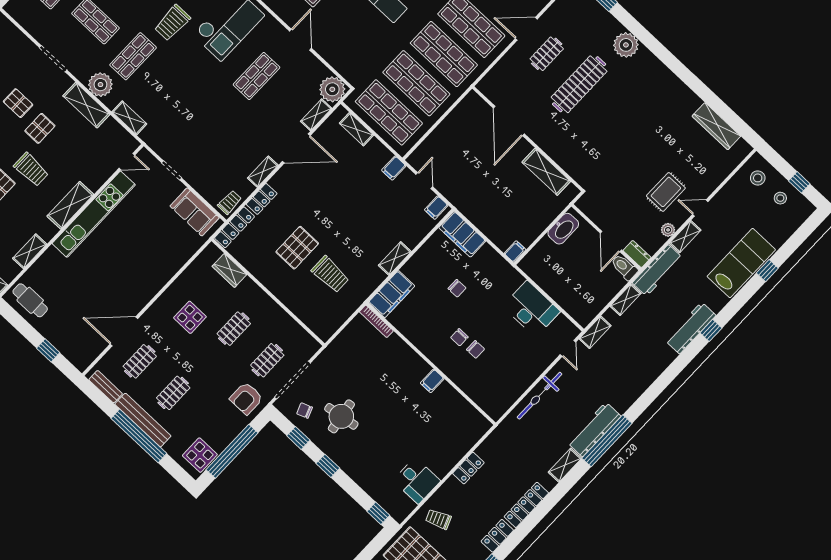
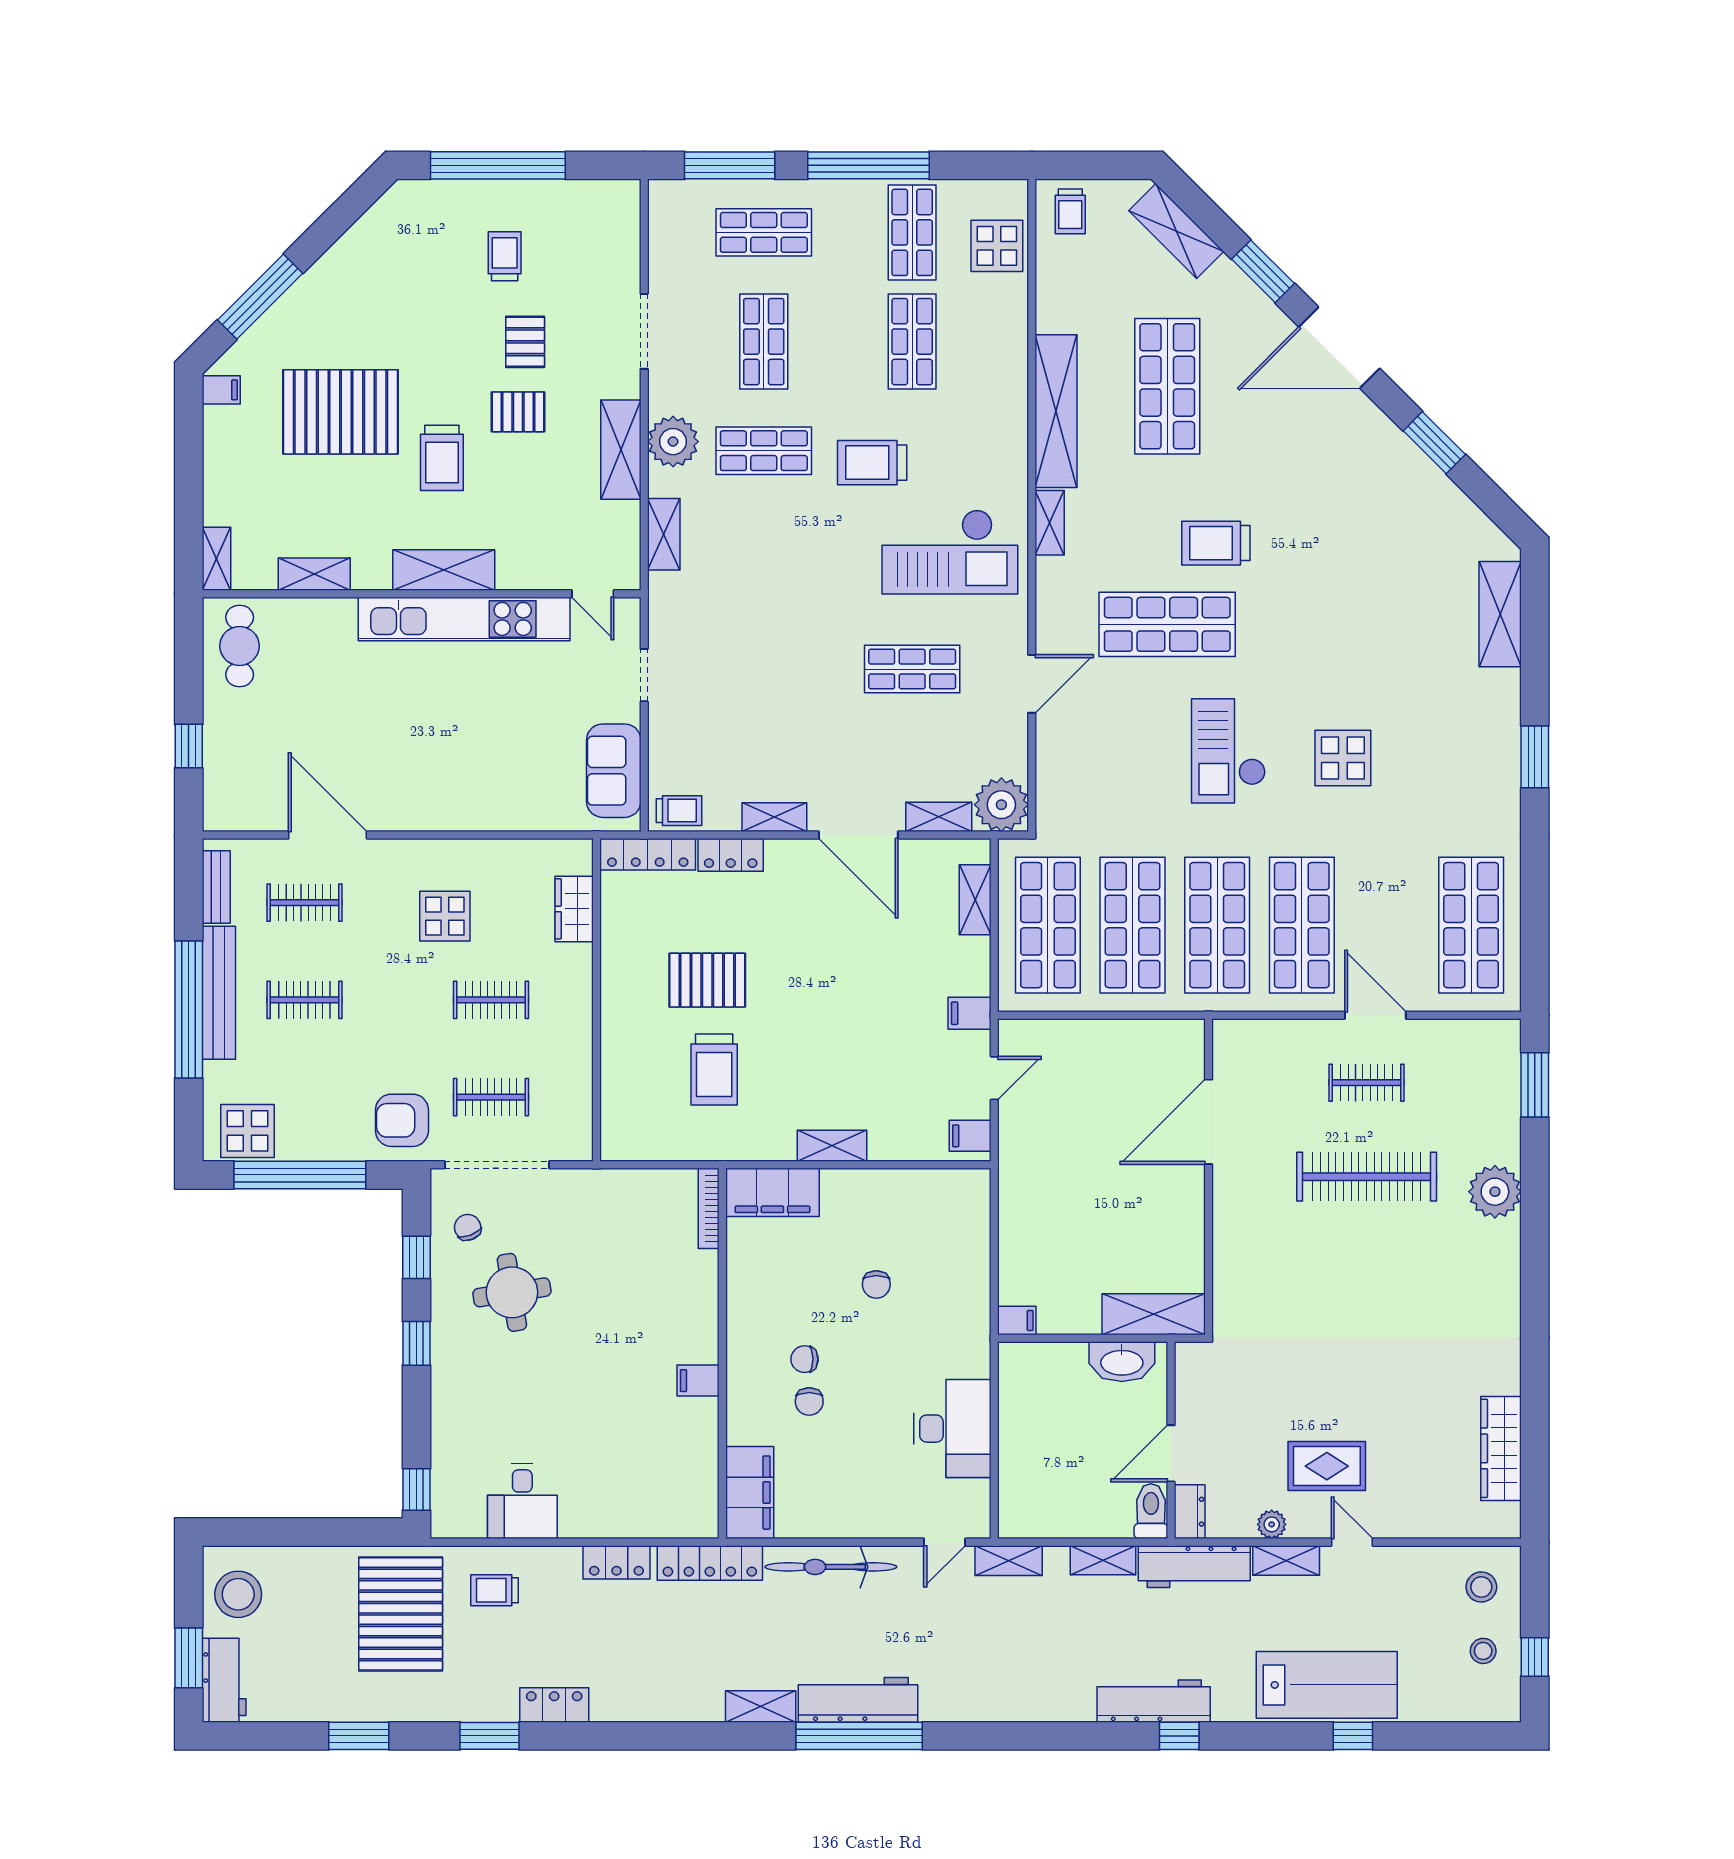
shelving: (546, 172) -> (1154, 1314), moved, turned 90
filing cabinet: (462, 234) -> (750, 1493), moved, turned 180
locker: (526, 505) -> (710, 1563), moved, turned 180
trolley: (438, 519) -> (495, 1590), turned -68

